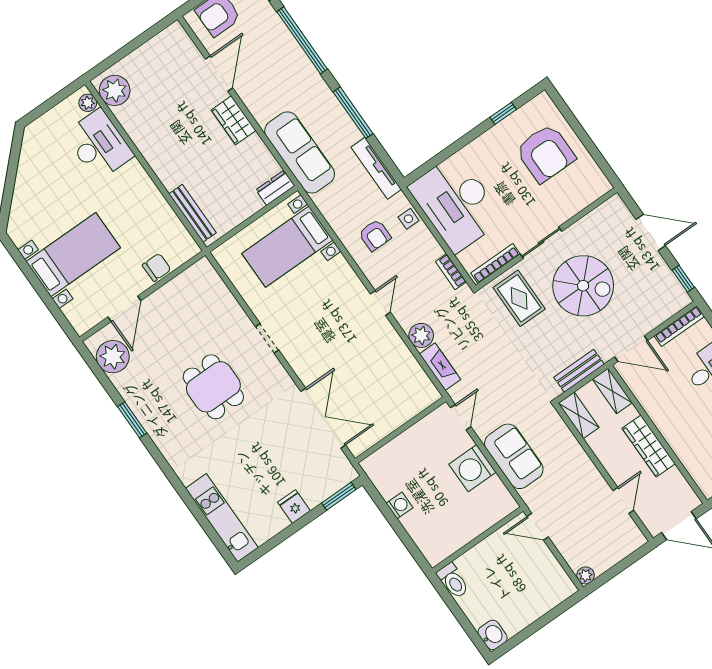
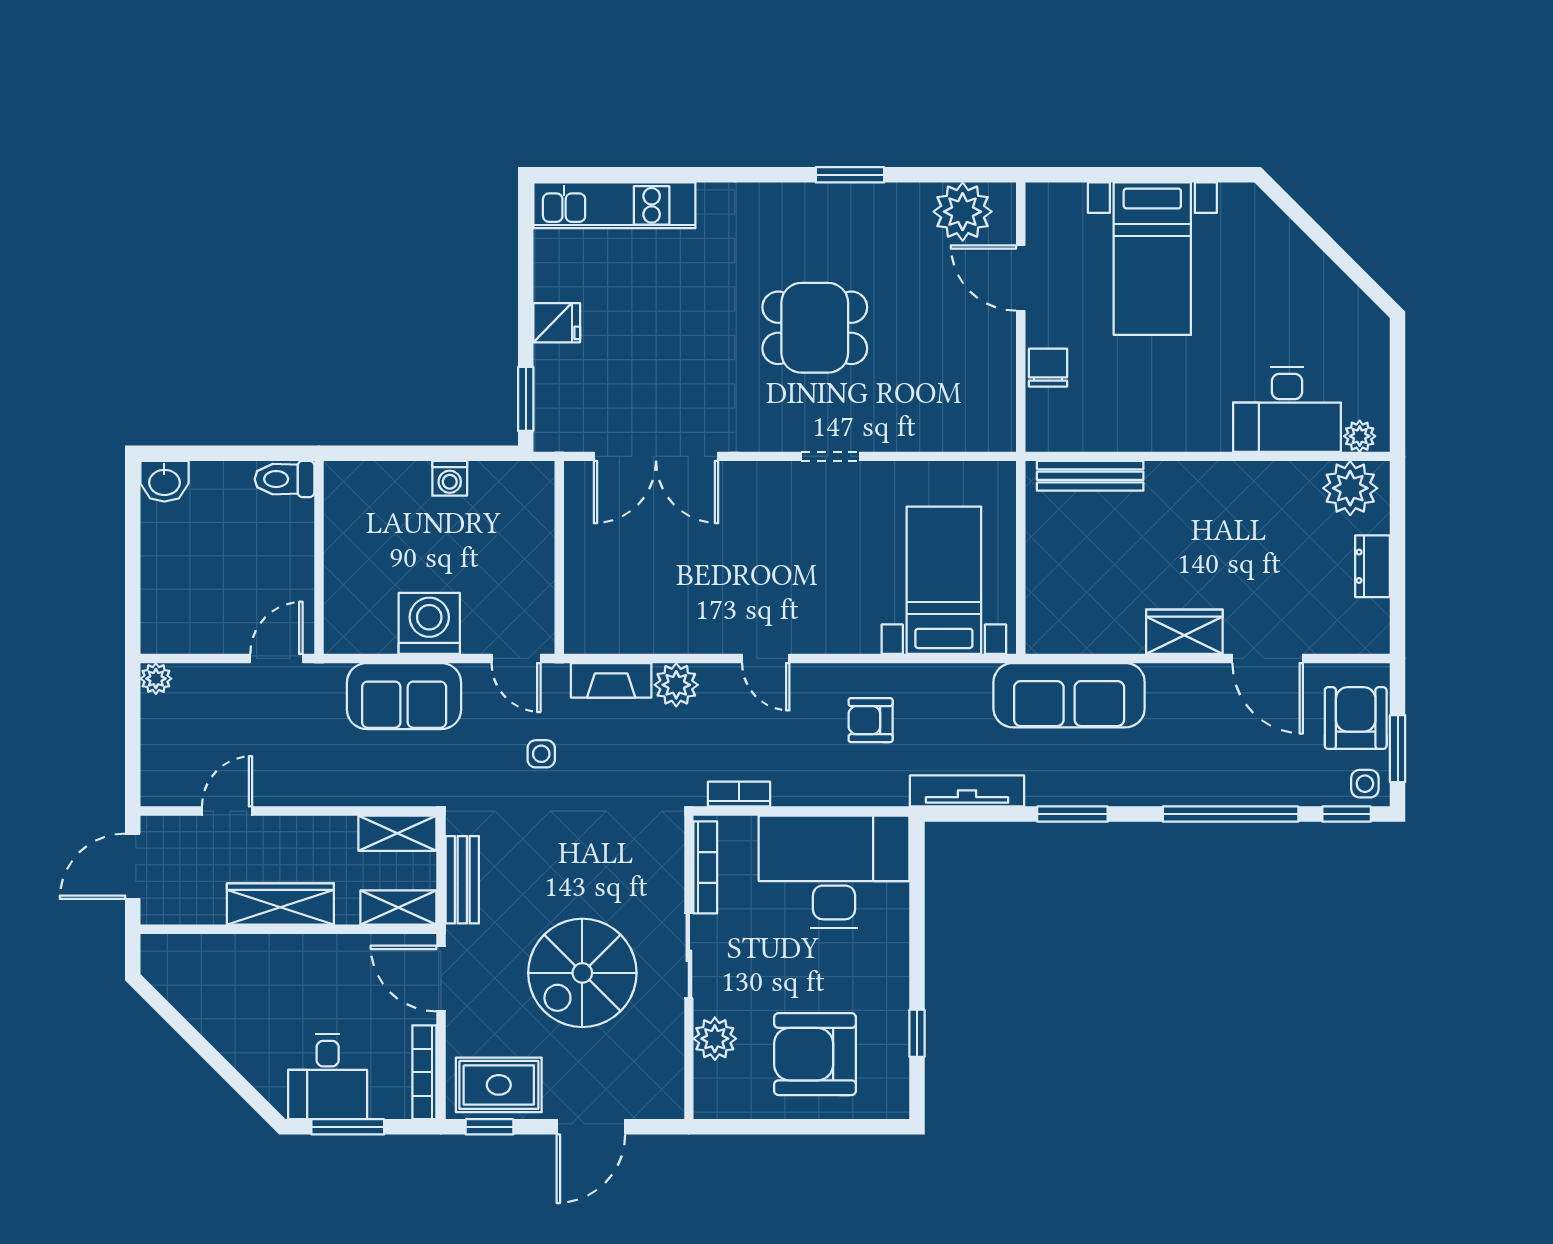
window: (353, 113) -> (1072, 814), width x0.69
dresser: (275, 188) -> (1373, 566), moved, turned 180
plant: (571, 204) -> (715, 1039), added
side table: (408, 219) -> (541, 754), moved
chair: (157, 267) -> (1048, 368), turned 180
rug: (519, 298) -> (499, 1085), moved
door: (631, 349) -> (441, 978), hinge flipped
door: (623, 500) -> (227, 811), swing flipped

